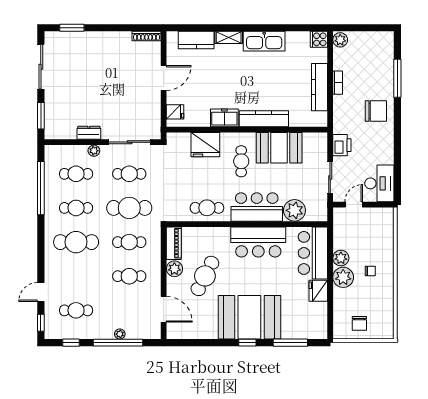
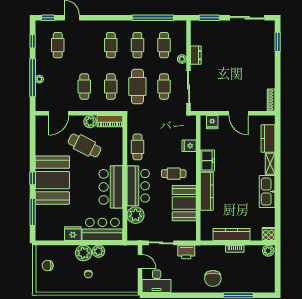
fridge: (205, 145) -> (189, 146), width x0.53, depth x0.75
cafe table: (76, 242) -> (111, 45), width x0.73, depth x0.74

